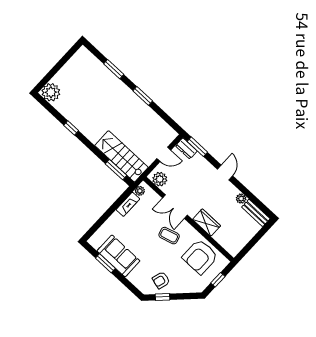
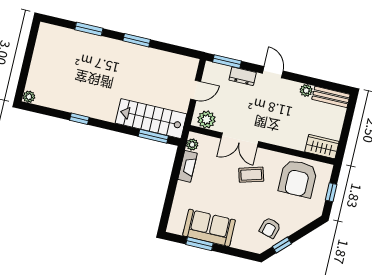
plant: (51, 92) -> (29, 97), width x0.53, depth x0.53
dresser: (186, 148) -> (243, 76), moved
wardrobe: (207, 223) -> (322, 147), moved

